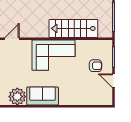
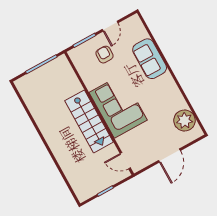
stairs: (73, 28) -> (89, 121), moved
sofa: (43, 96) -> (150, 59), moved

